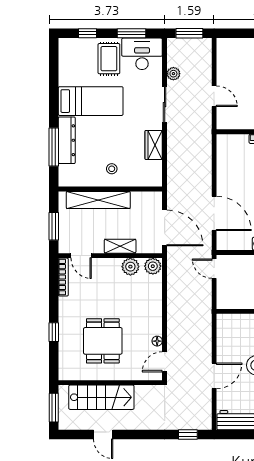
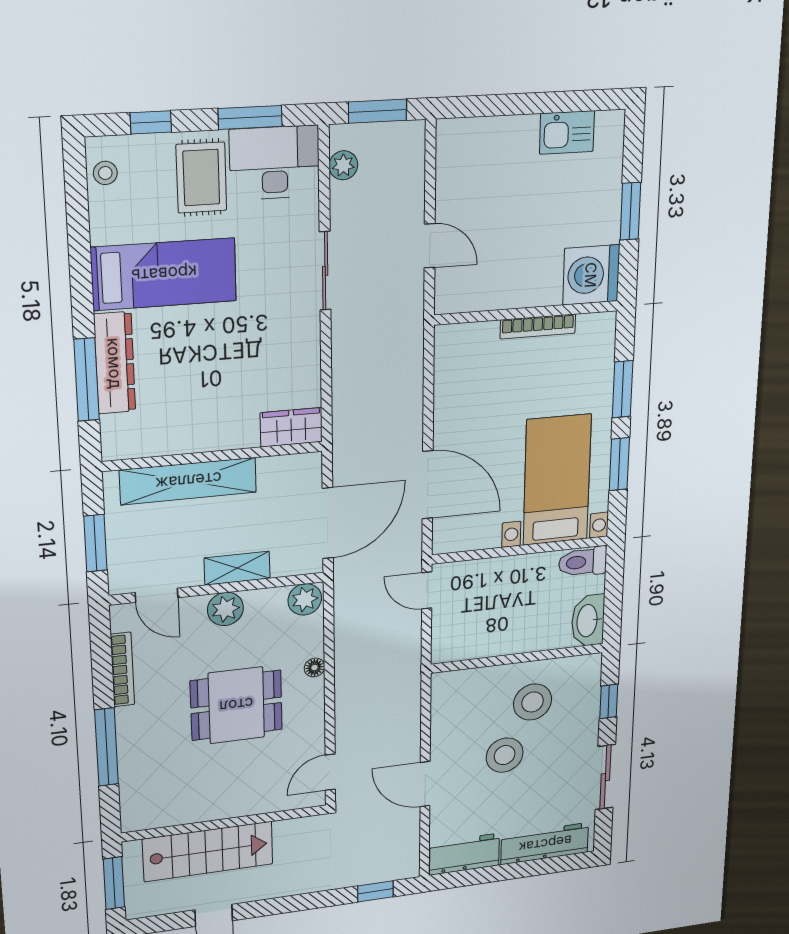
plant: (173, 74) -> (343, 165), moved
wardrobe: (154, 145) -> (291, 427), moved, turned 90
stool: (112, 169) -> (105, 173), moved
door: (165, 228) -> (328, 523), hinge flipped
plant: (130, 267) -> (225, 609), moved
bookcase: (63, 277) -> (122, 670), moved
window: (54, 332) -> (107, 747), width x2.17
dining table: (103, 341) -> (236, 705), moved, turned 90
floor lamp: (157, 341) -> (314, 667), moved
door: (214, 376) -> (425, 784), swing flipped

